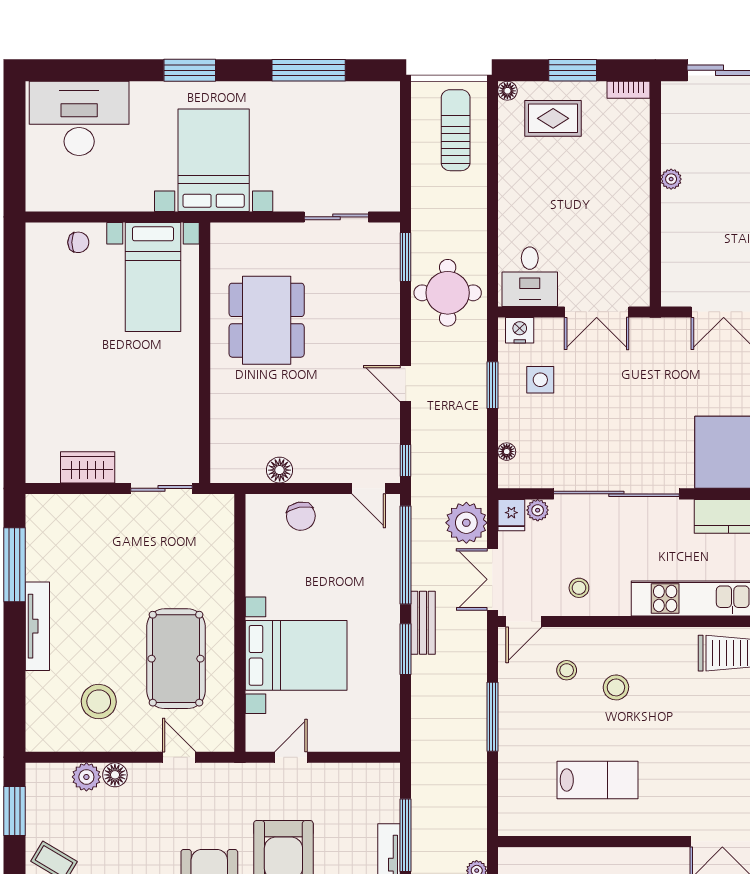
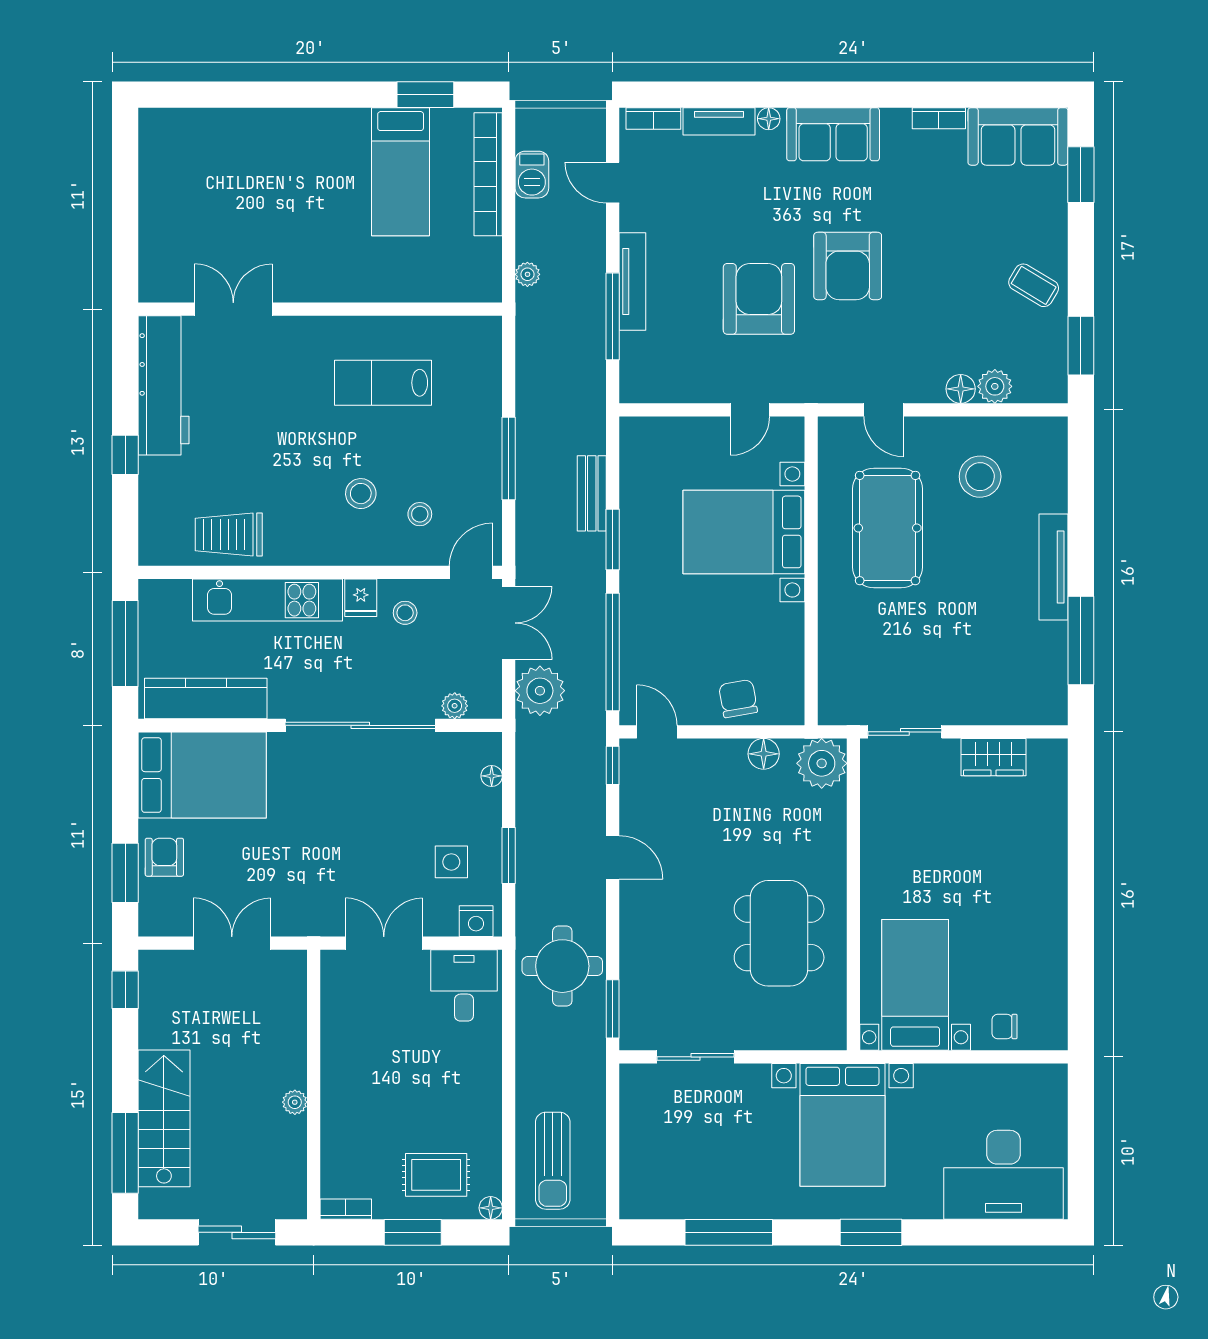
plant: (231, 462) -> (822, 763), added
fridge: (511, 515) -> (361, 598), moved, turned 180
bench: (423, 623) -> (592, 493), moved

